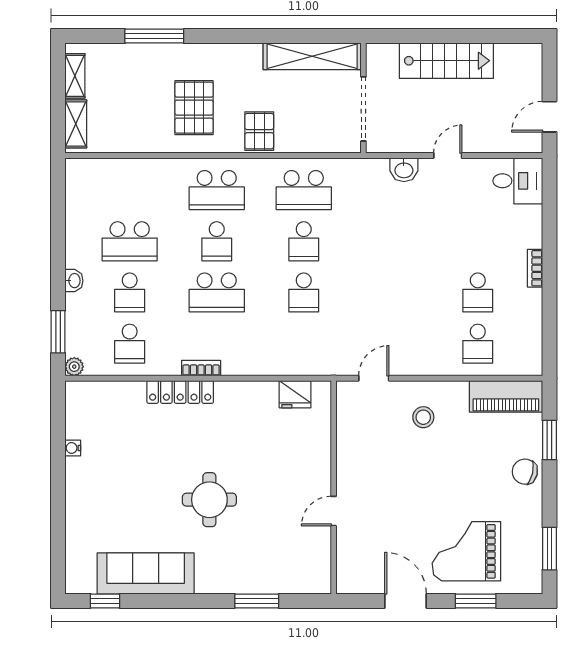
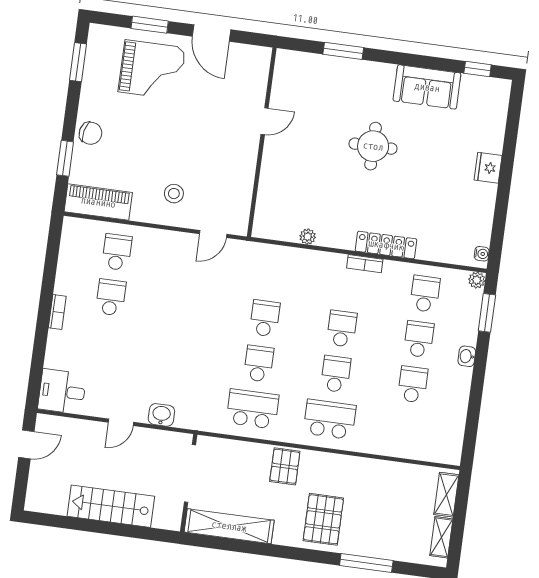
pallet: (194, 108) -> (323, 519), moved
school desk: (130, 241) -> (413, 384), width x0.54
school desk: (217, 292) -> (342, 329), width x0.54
plant: (268, 389) -> (308, 237), added
fridge: (295, 394) -> (488, 168), moved, turned -90
water cooler: (73, 448) -> (482, 254), moved
sofa: (146, 573) -> (427, 87), width x0.73

